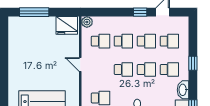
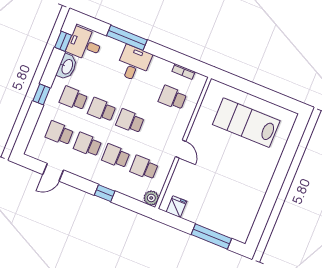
window: (140, 12) -> (105, 193), moved
fridge: (67, 25) -> (176, 207), width x0.53, depth x0.75

